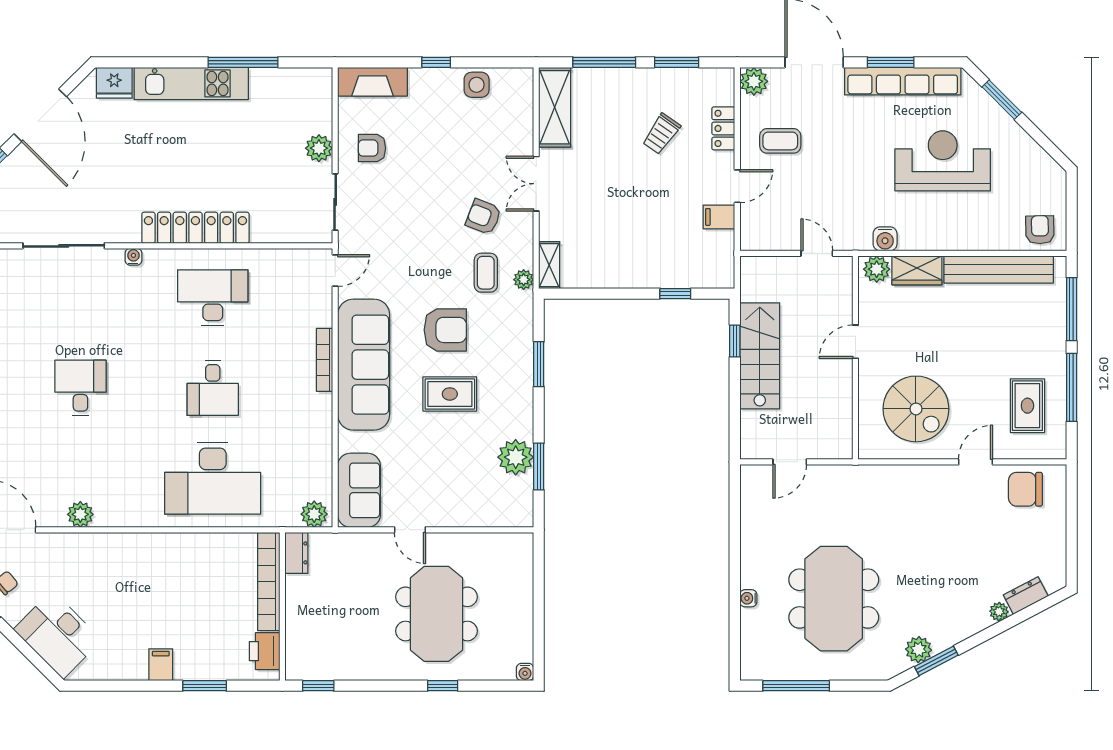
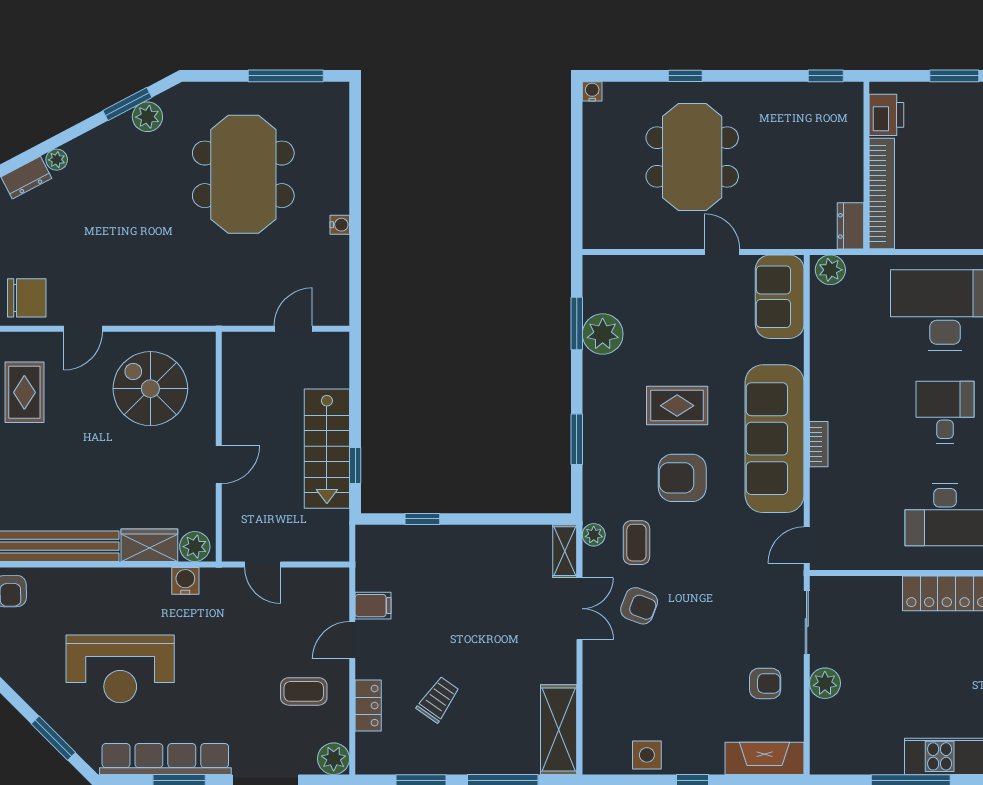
double door: (536, 184) -> (580, 609), moved
bookcase: (325, 360) -> (819, 444), width x0.64
water cooler: (748, 598) -> (340, 225), moved

